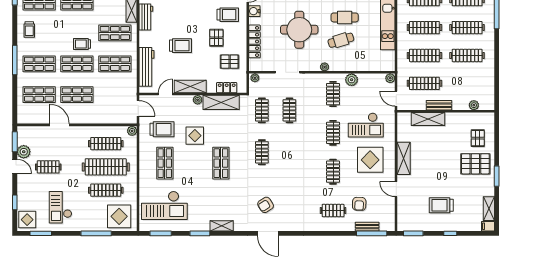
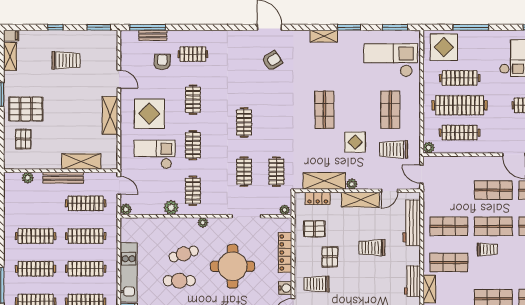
bench: (439, 105) -> (63, 178), width x1.36
clothes rail: (262, 152) -> (244, 122), moved

